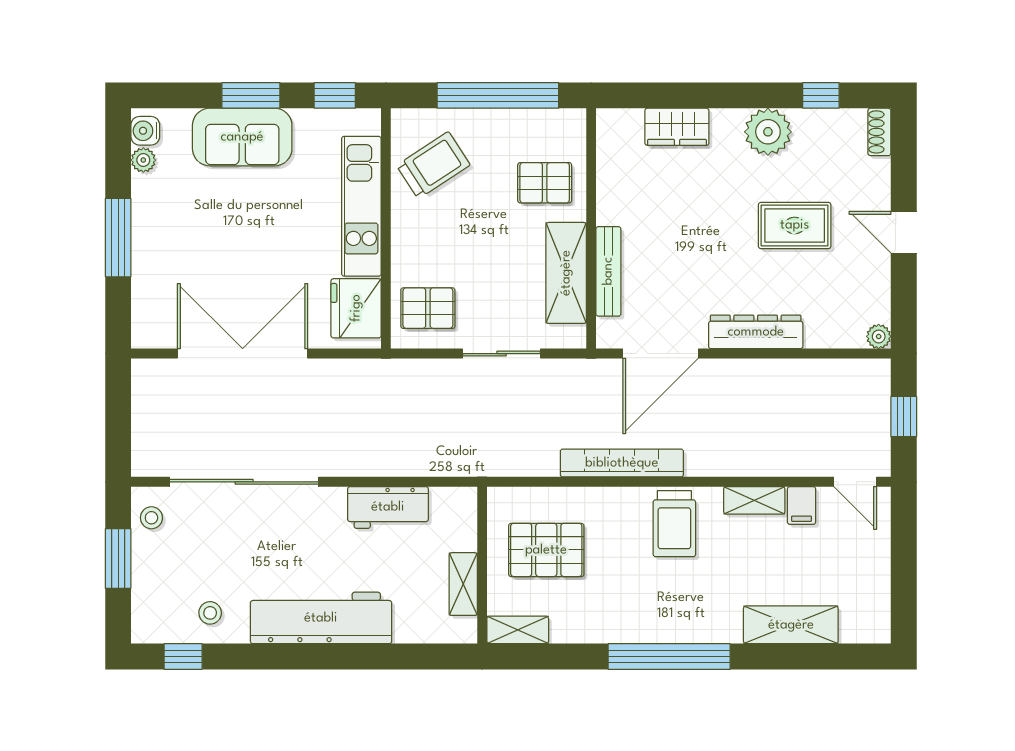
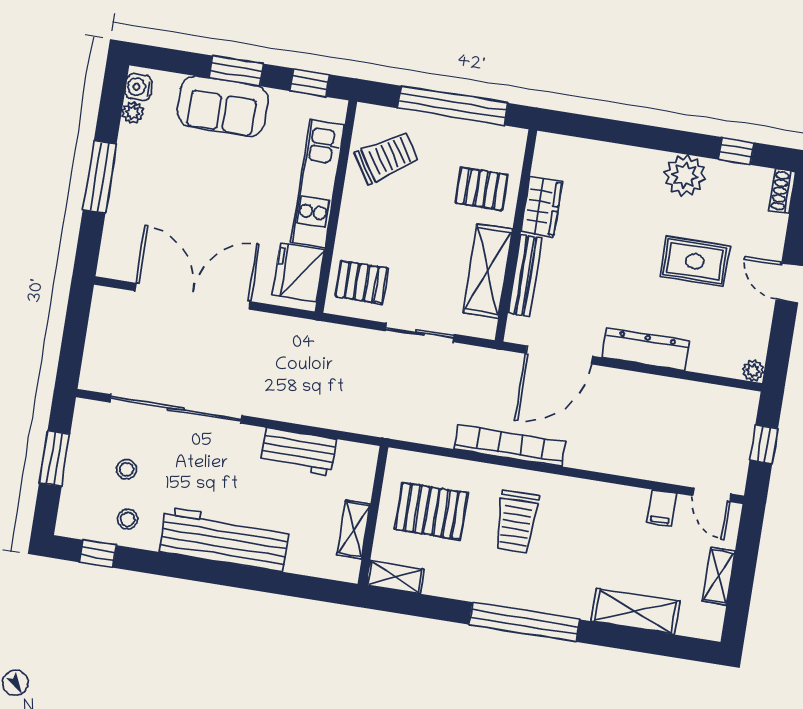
wardrobe: (677, 127) -> (542, 207), moved, turned -90
shelving: (754, 500) -> (719, 576), moved, turned 90
stool: (151, 518) -> (126, 469), moved
trolley: (674, 524) -> (516, 522), moved

